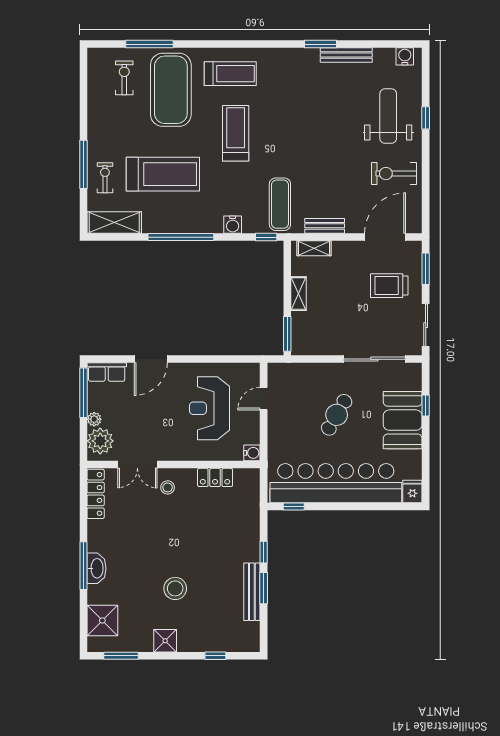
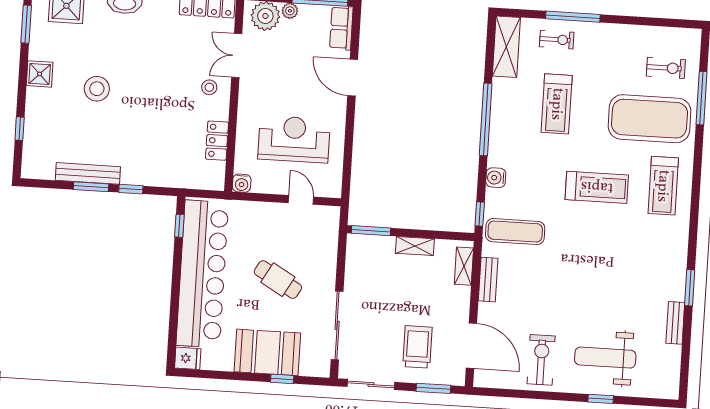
bench: (346, 55) -> (675, 323), width x0.73
water cooler: (405, 56) -> (670, 380), removed
weight bench: (388, 116) -> (605, 358), turned 180
treadmill: (163, 174) -> (557, 104), width x0.73, depth x0.73

